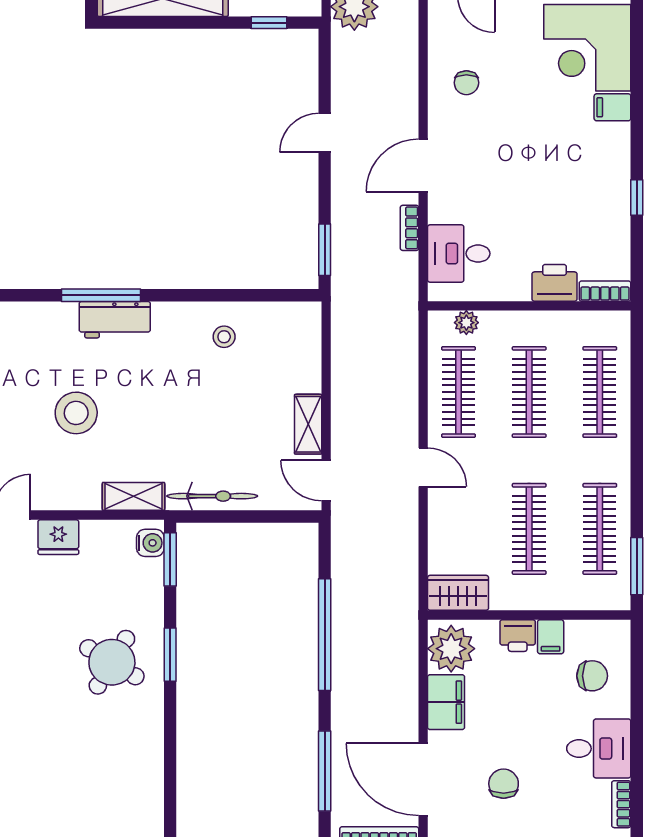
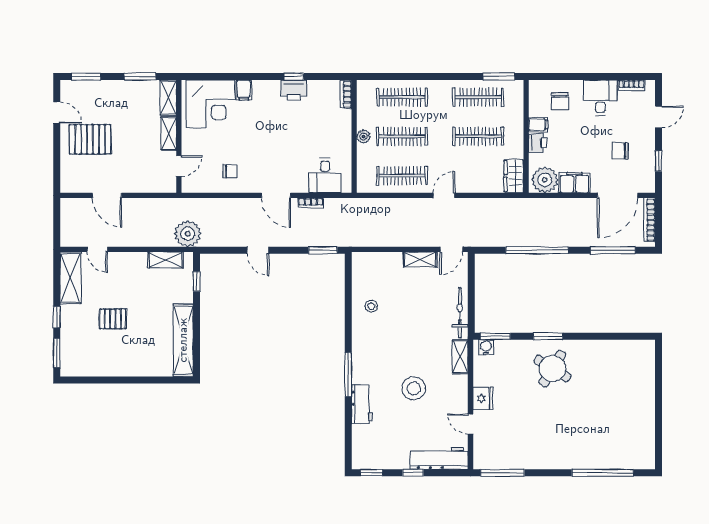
printer: (554, 283) -> (294, 90), moved, turned -90
workbench: (115, 320) -> (362, 404), moved
plant: (466, 323) -> (363, 137), moved
chair: (592, 676) -> (560, 101), turned 180

